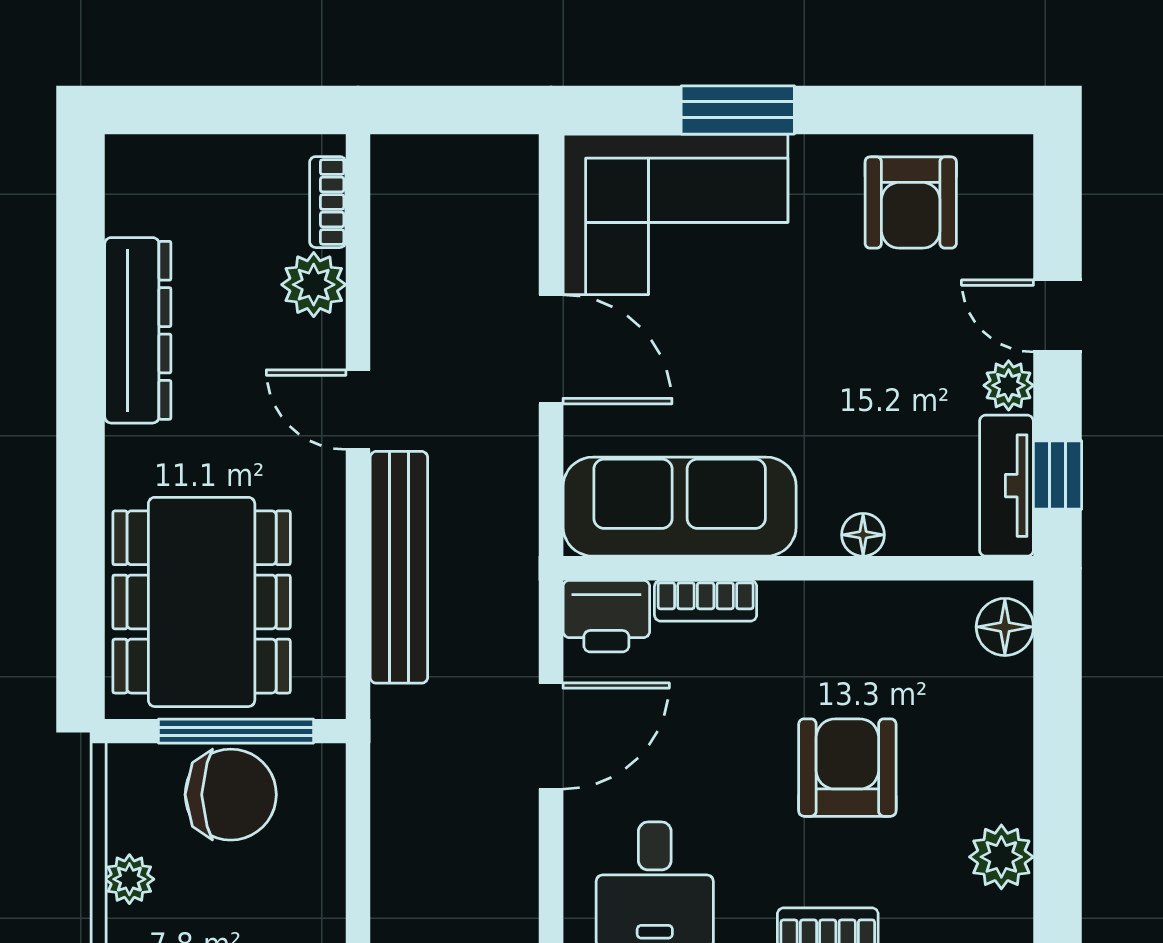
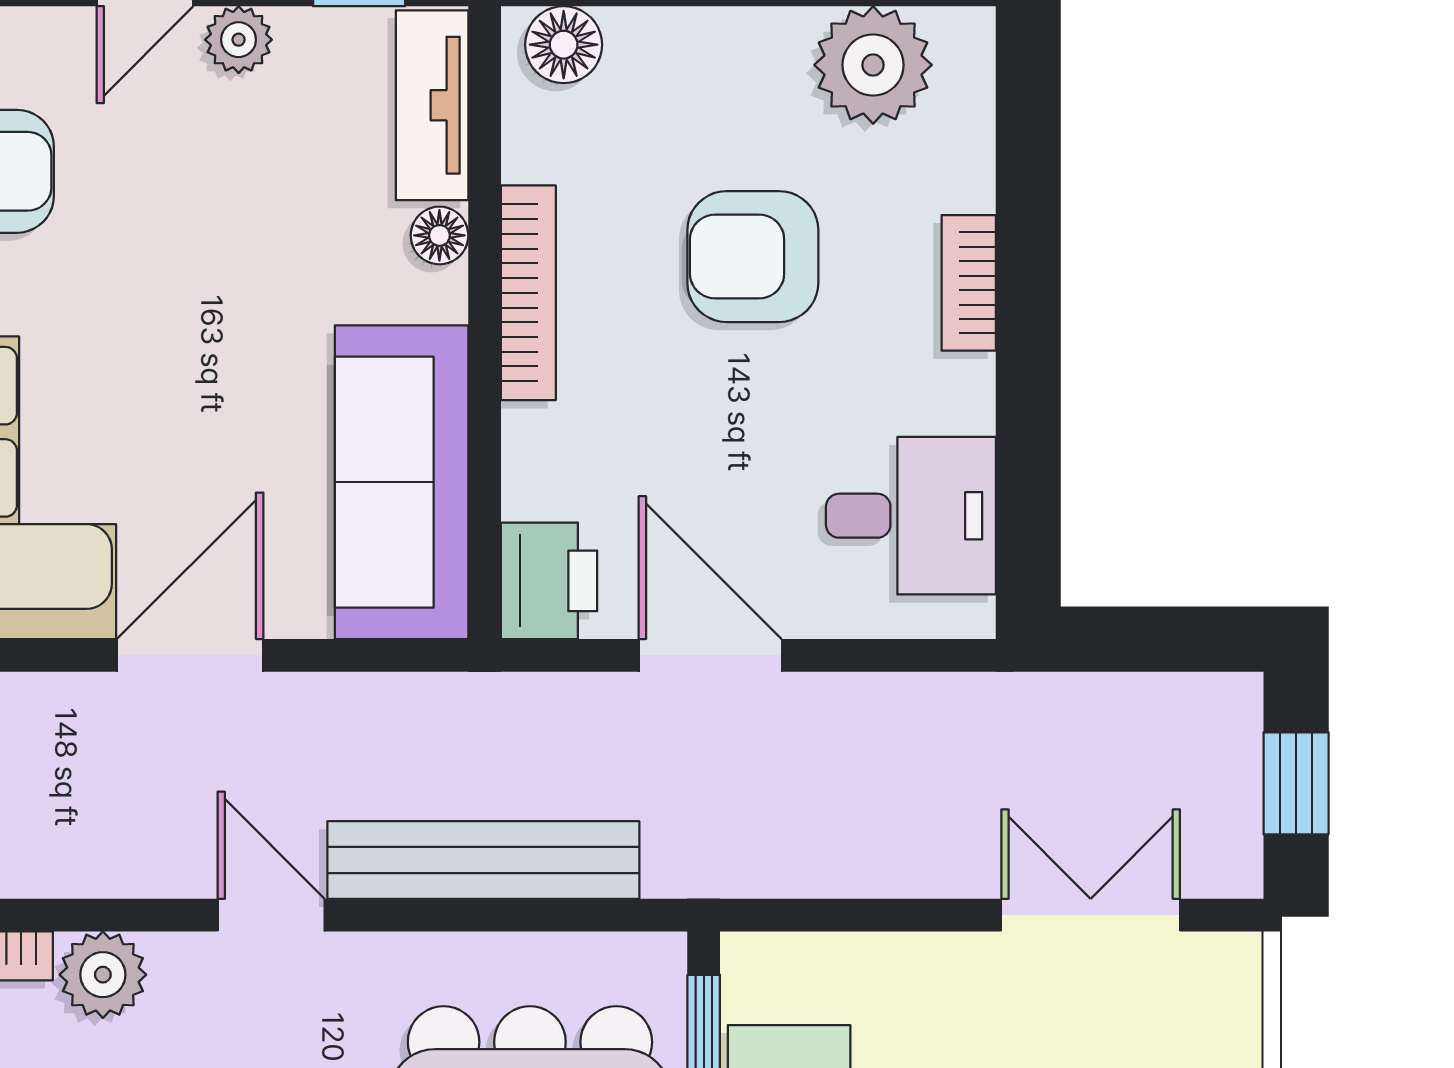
door: (358, 410) -> (271, 915), swing flipped
tv unit: (1006, 486) -> (432, 105), moved, turned 90
bookcase: (706, 601) -> (528, 293), moved, width x1.56
plant: (1001, 857) -> (873, 65), width x1.36, depth x1.36

